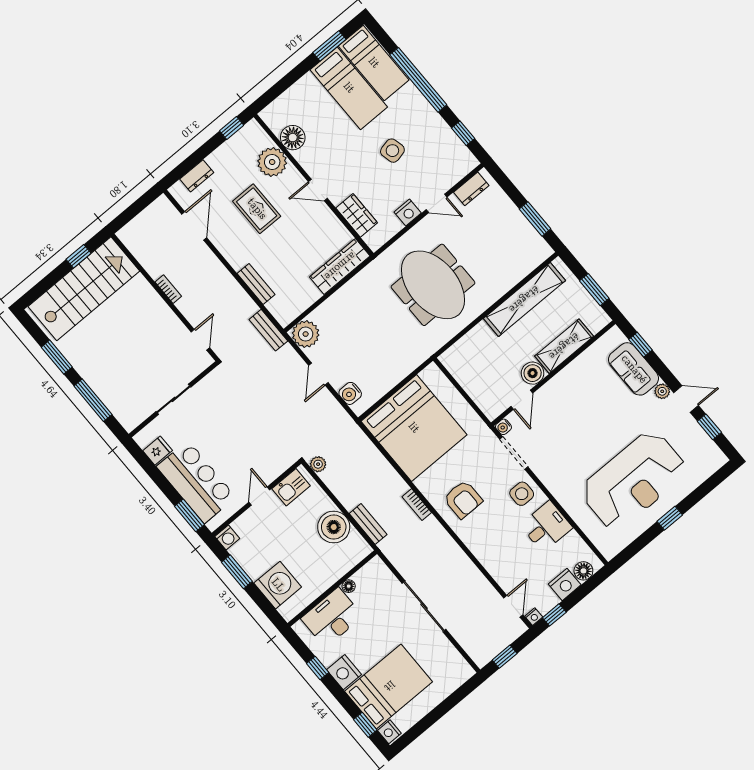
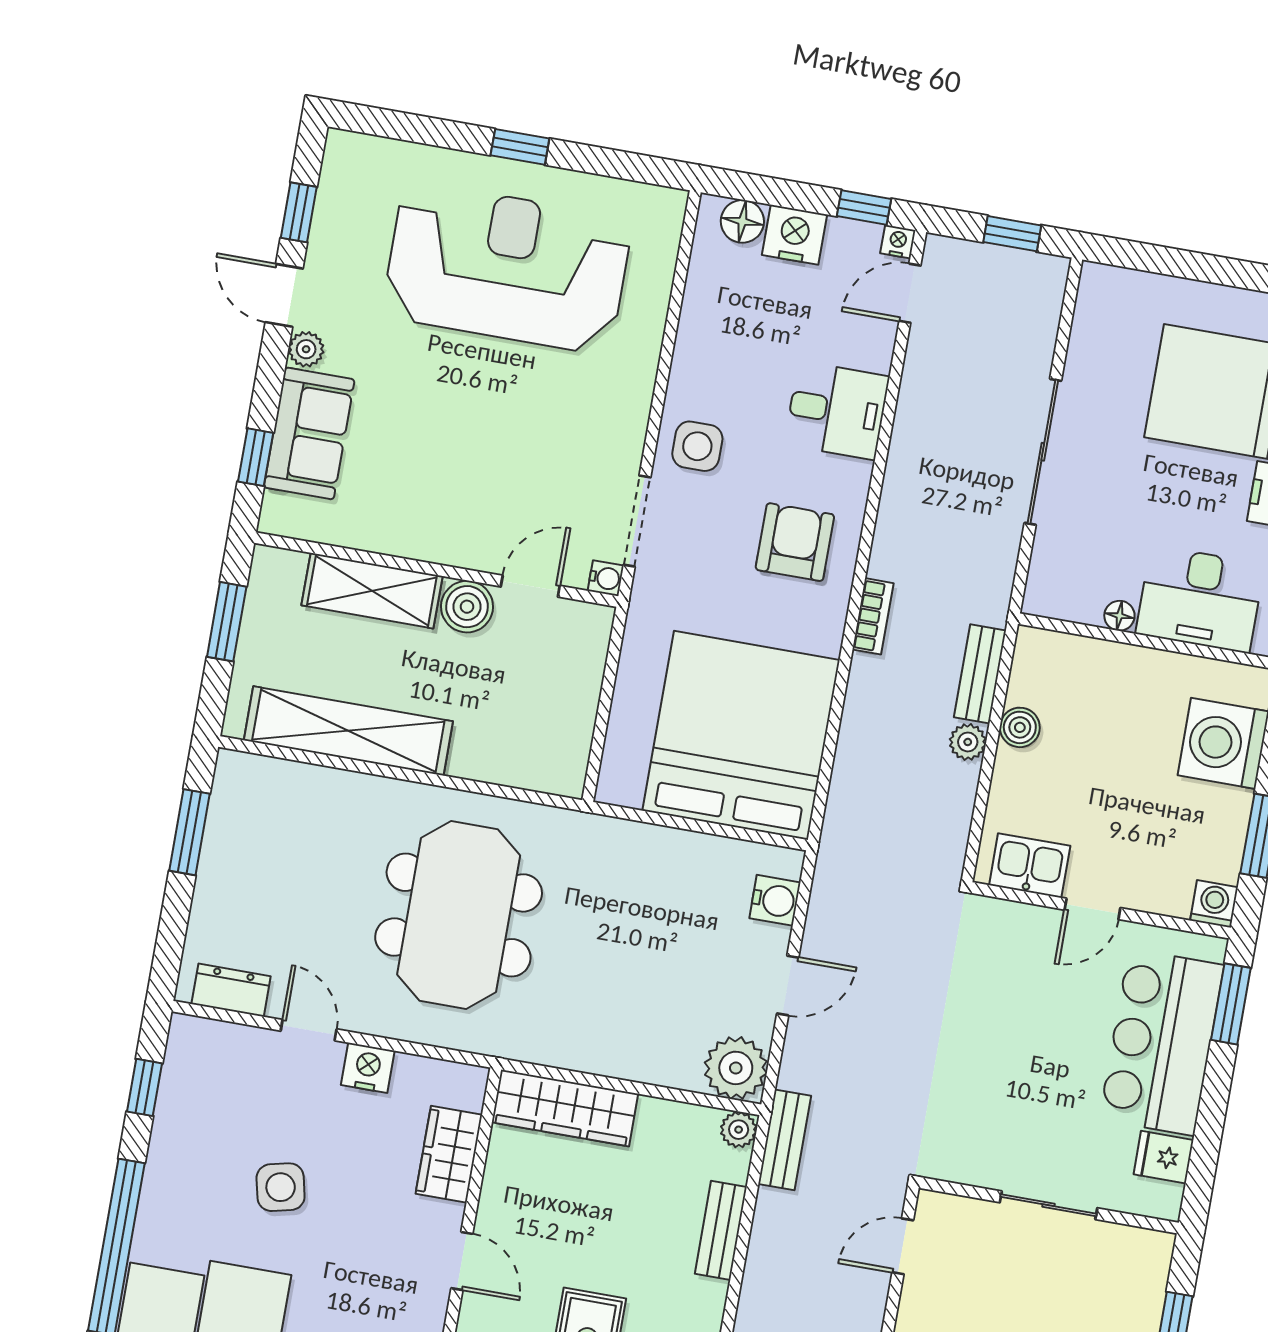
plant: (284, 318) -> (739, 1130), added
plant: (318, 464) -> (968, 742), moved
desk: (546, 526) -> (837, 410), moved, turned 180
boiler: (334, 527) -> (1020, 727), width x0.54, depth x0.54

